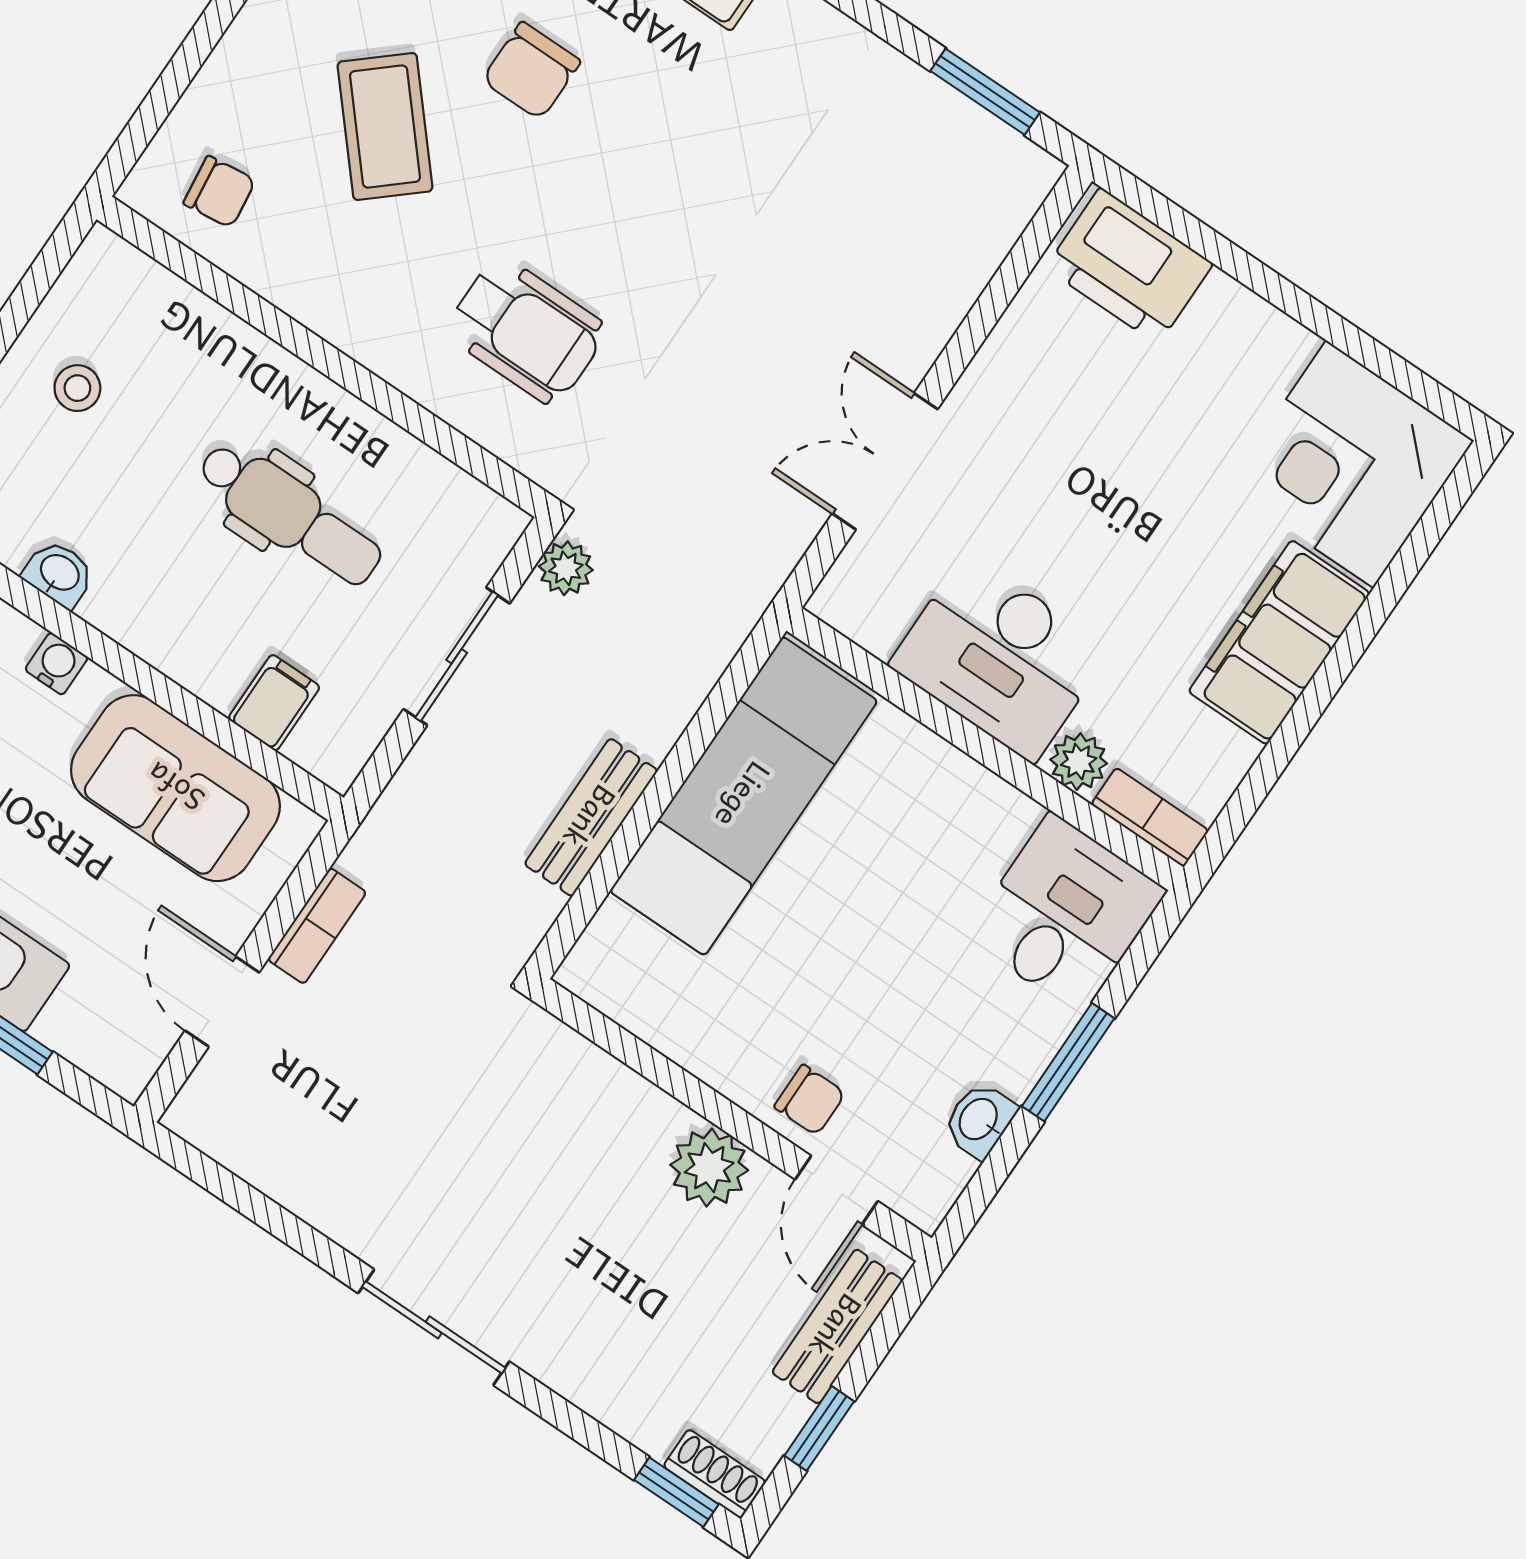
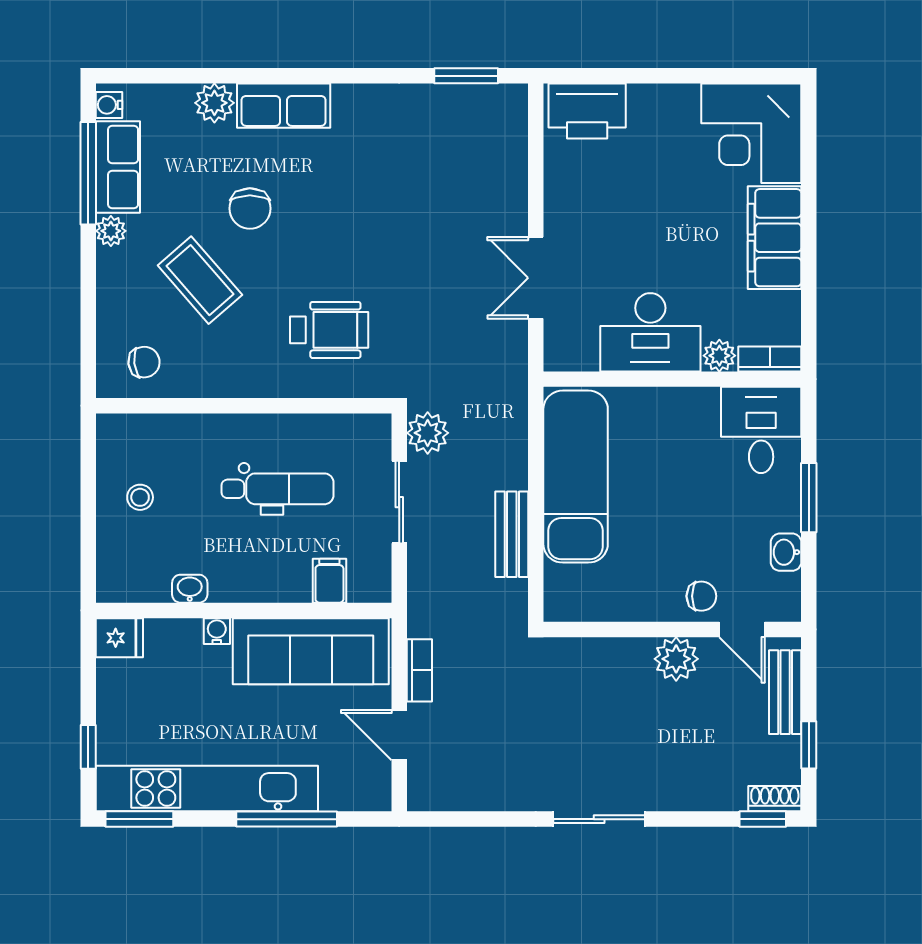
plant: (566, 568) -> (428, 433), width x1.38, depth x1.38
sofa: (175, 788) -> (311, 651), width x1.36

